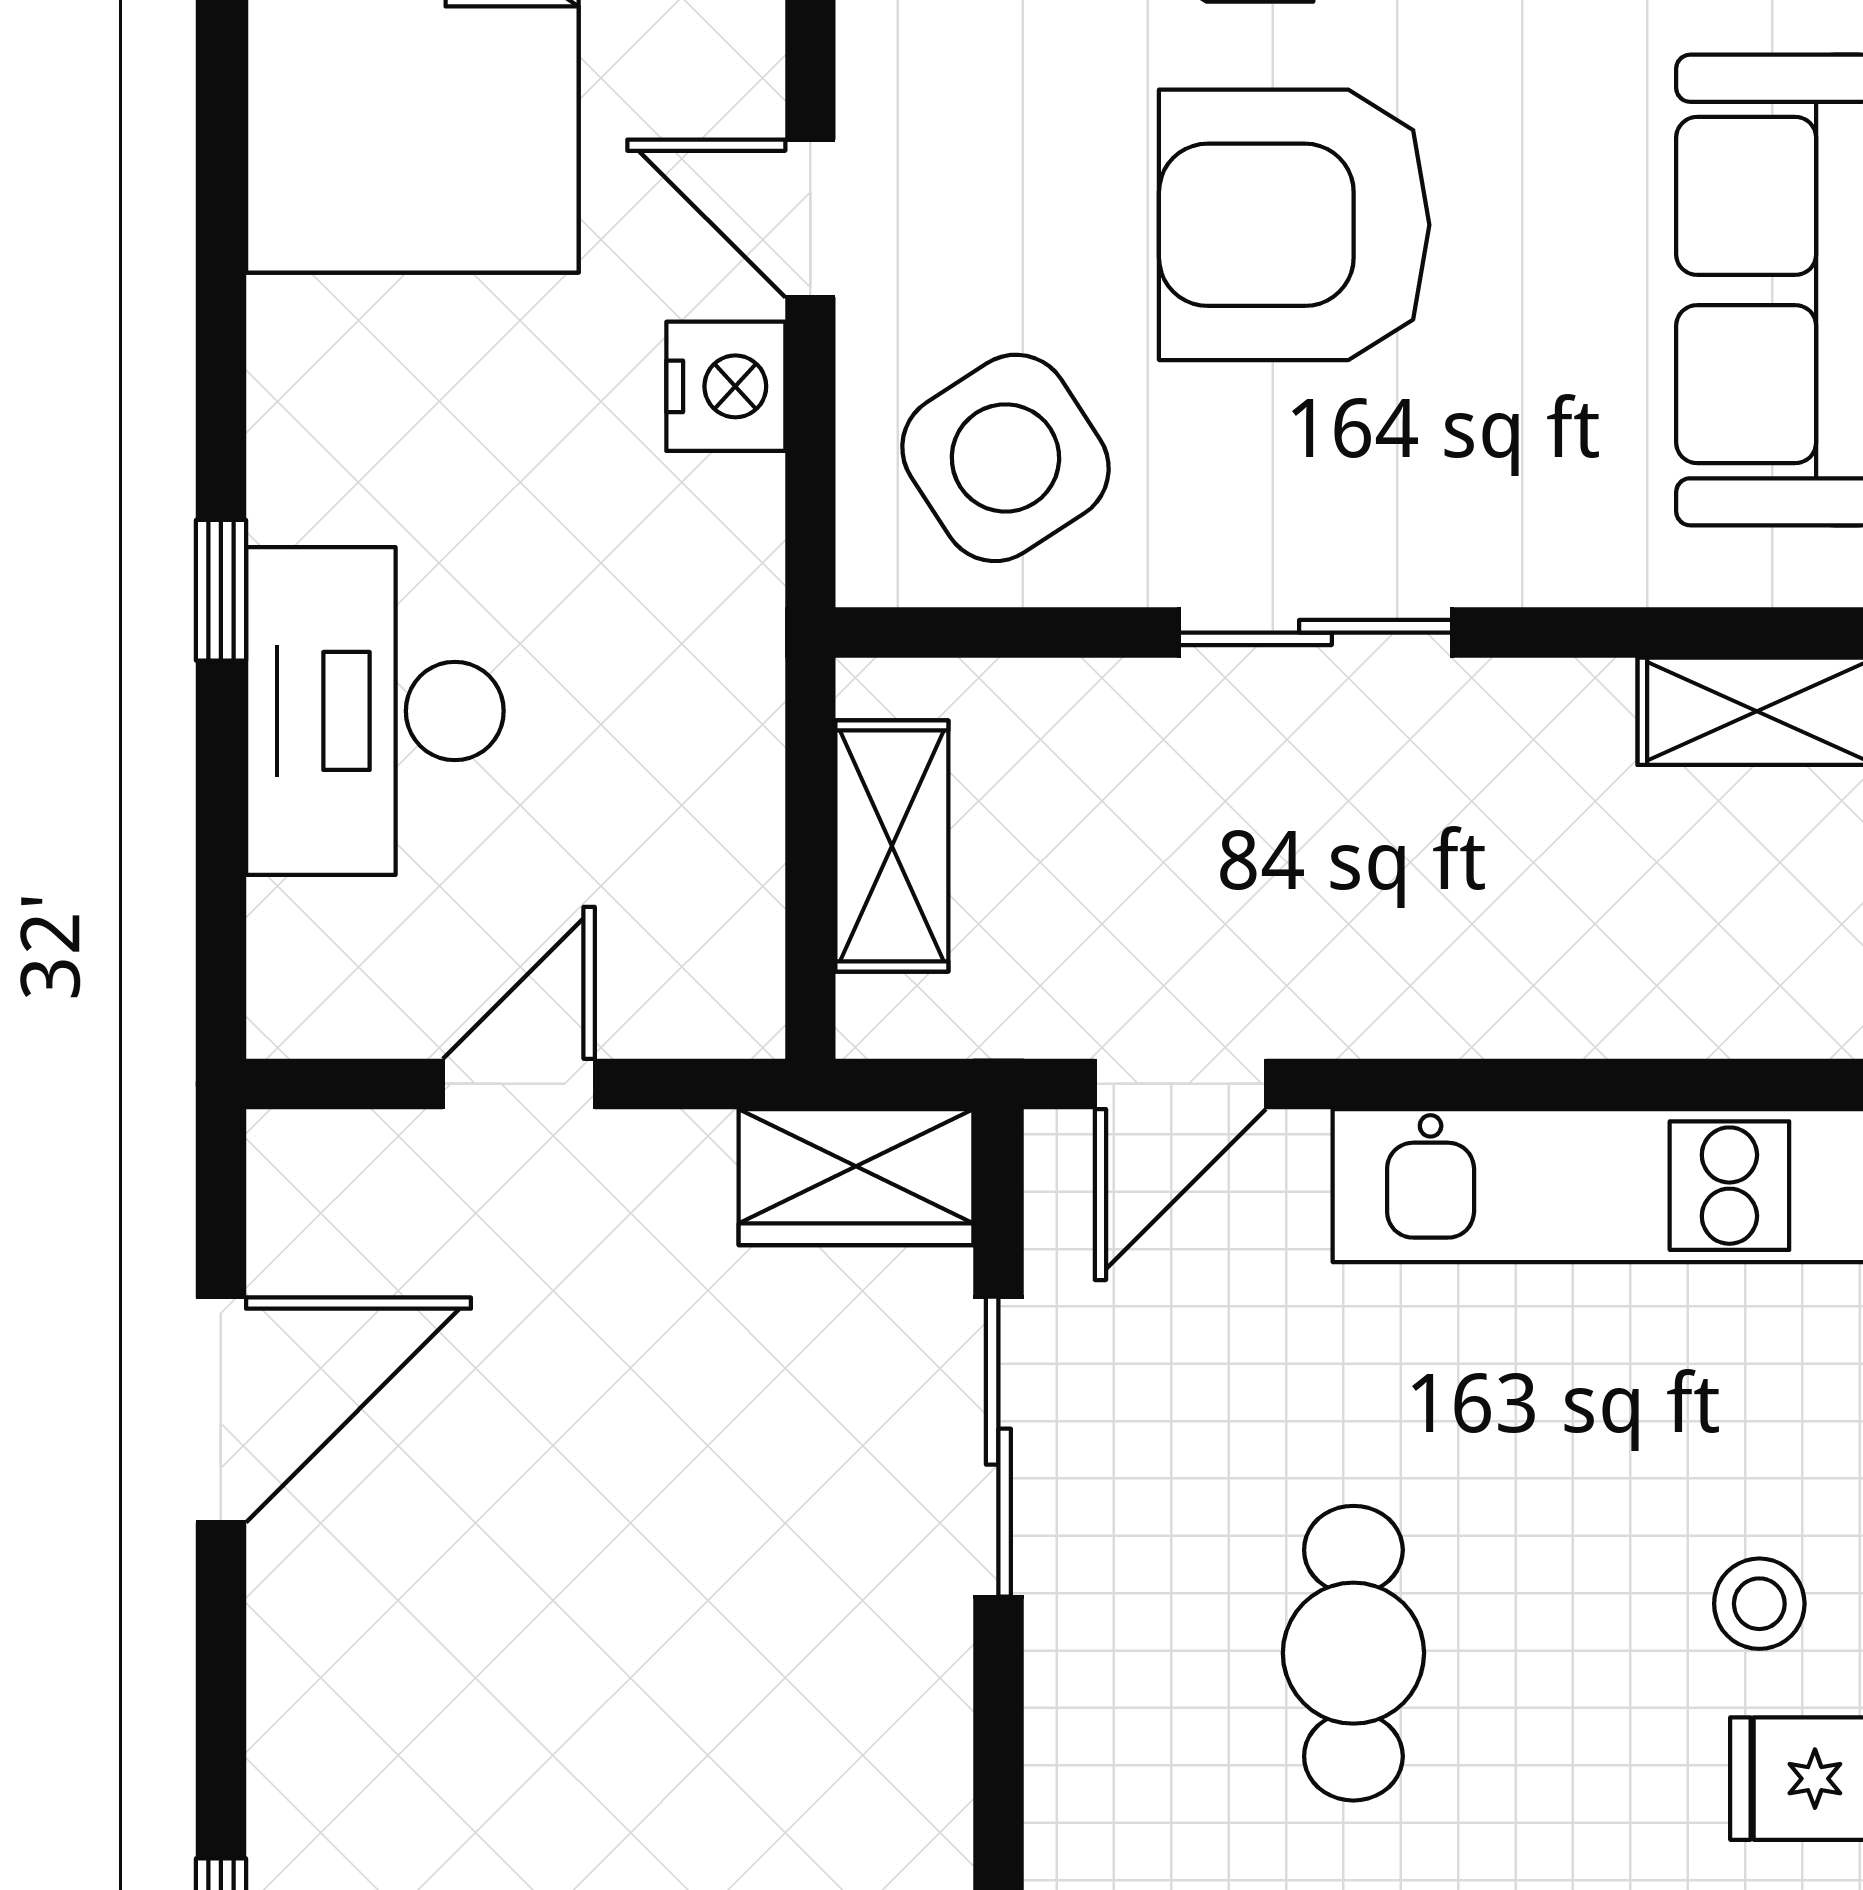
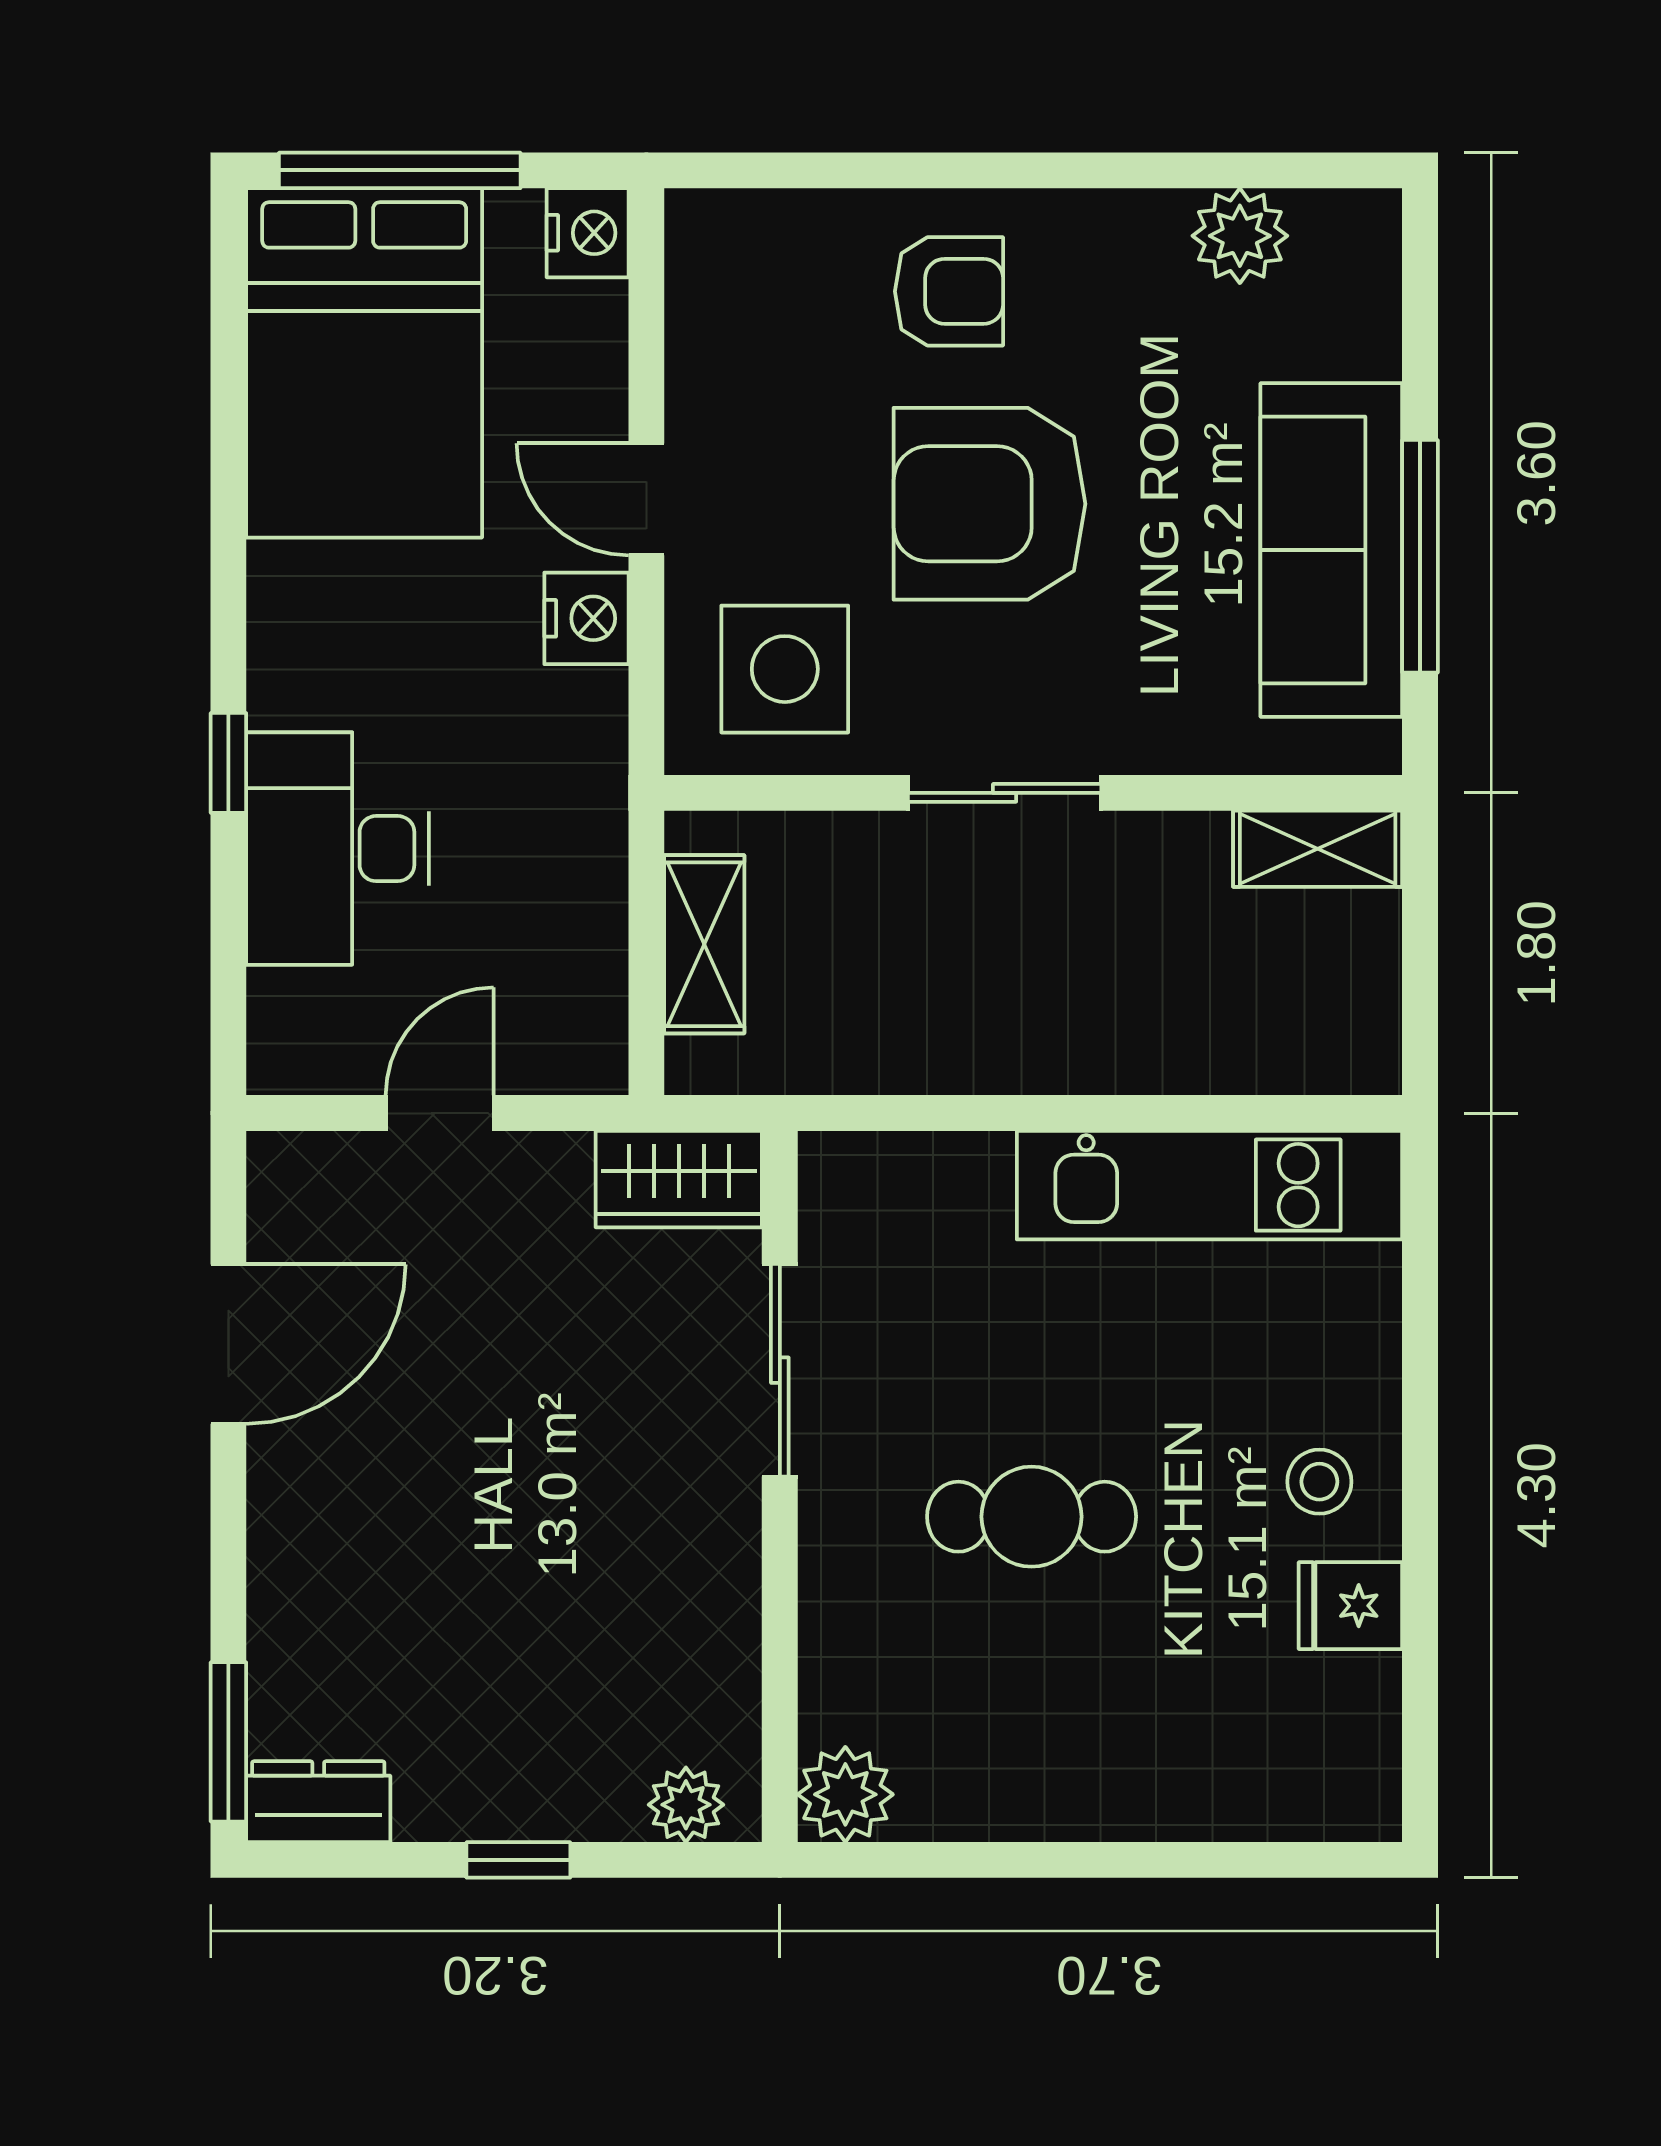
side table: (1005, 458) -> (785, 669), turned 33
door: (1180, 1084) -> (909, 1113), removed
cafe table: (1353, 1653) -> (1032, 1517), turned 90

